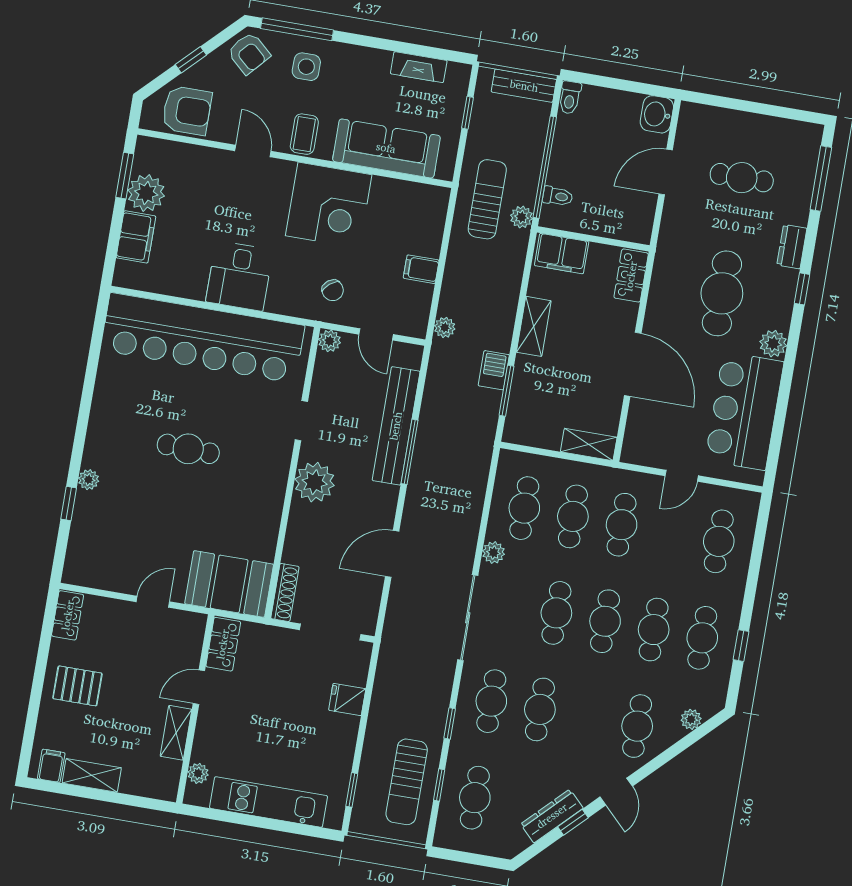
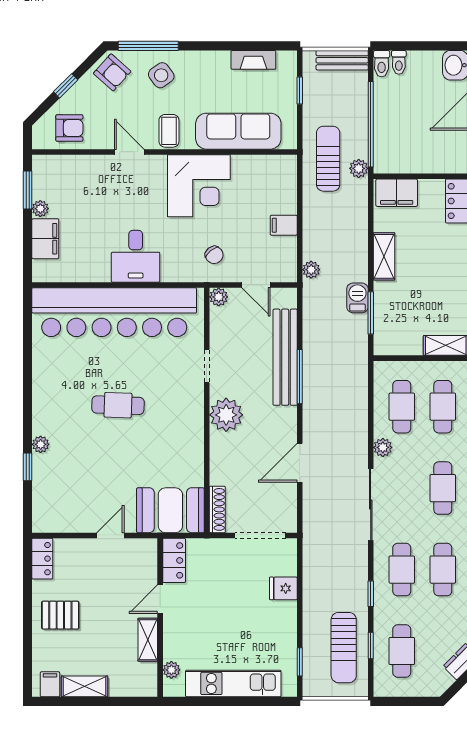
side table: (306, 67) -> (161, 75), turned -36
armchair: (187, 111) -> (69, 128), width x0.72, depth x0.72
plant: (146, 193) -> (40, 209), width x0.53, depth x0.53
toilet: (558, 196) -> (399, 62), moved, turned 90

